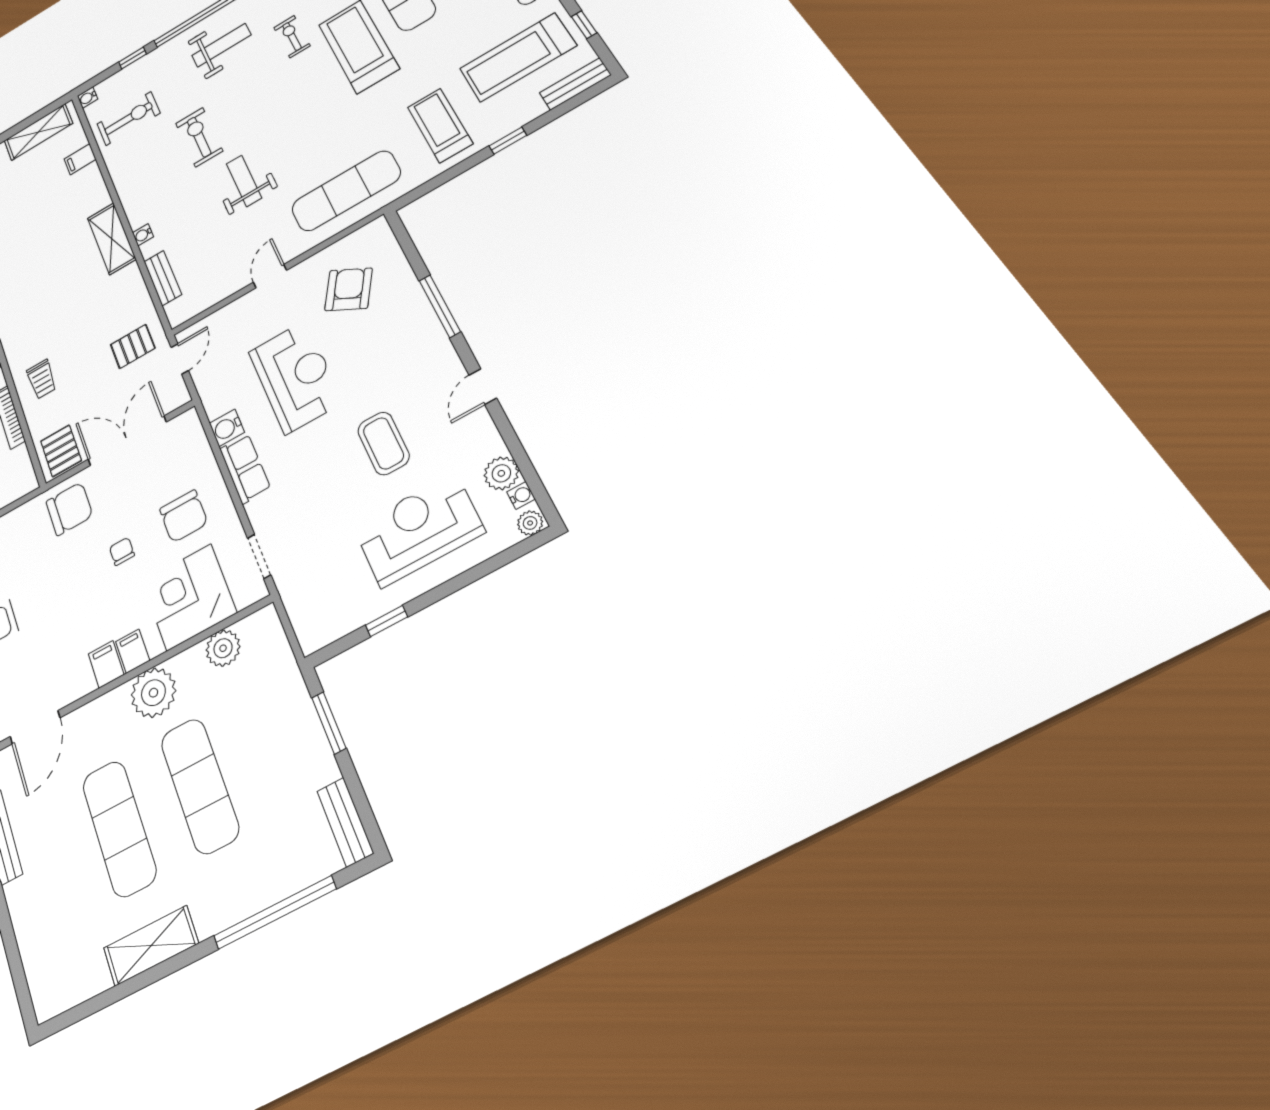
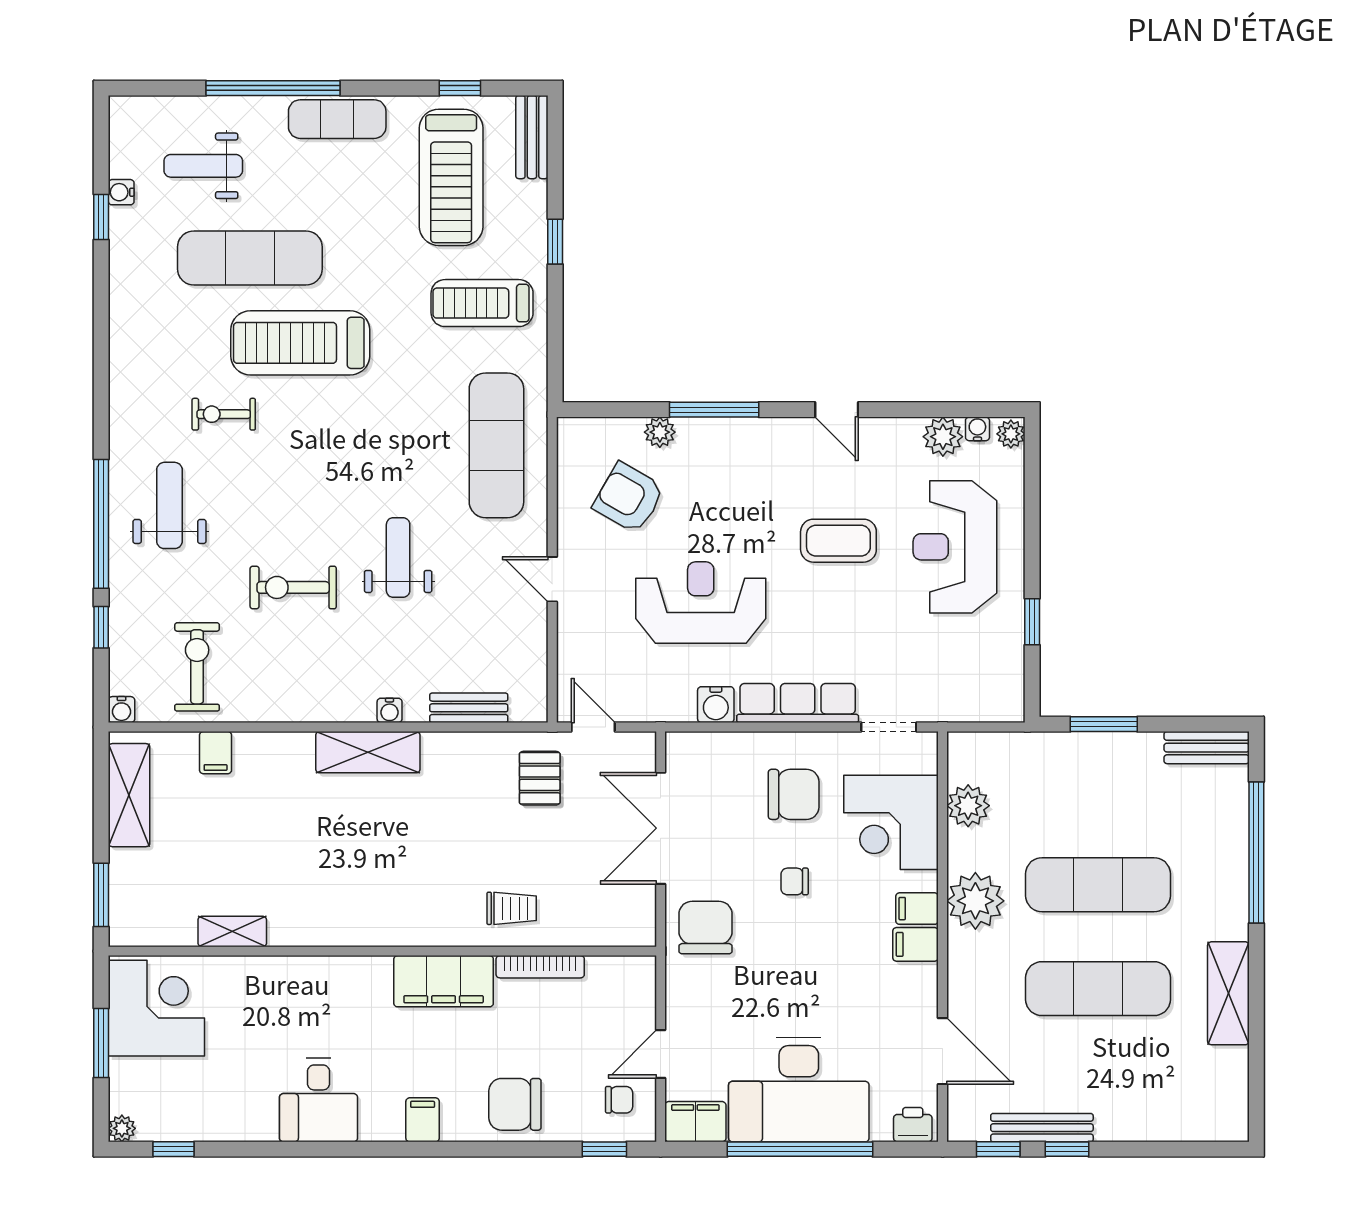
weight bench: (244, 181) -> (398, 558), turned 90
plant: (405, 281) -> (660, 432), added
pallet: (61, 451) -> (624, 914), removed
row of seats: (245, 469) -> (798, 703), width x1.48

